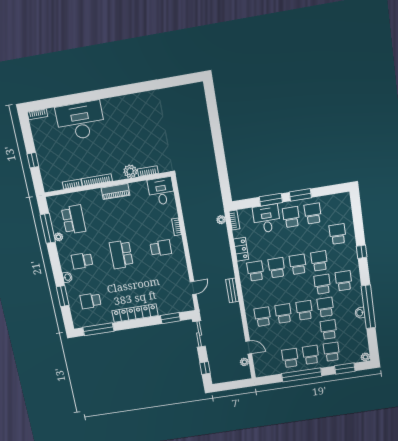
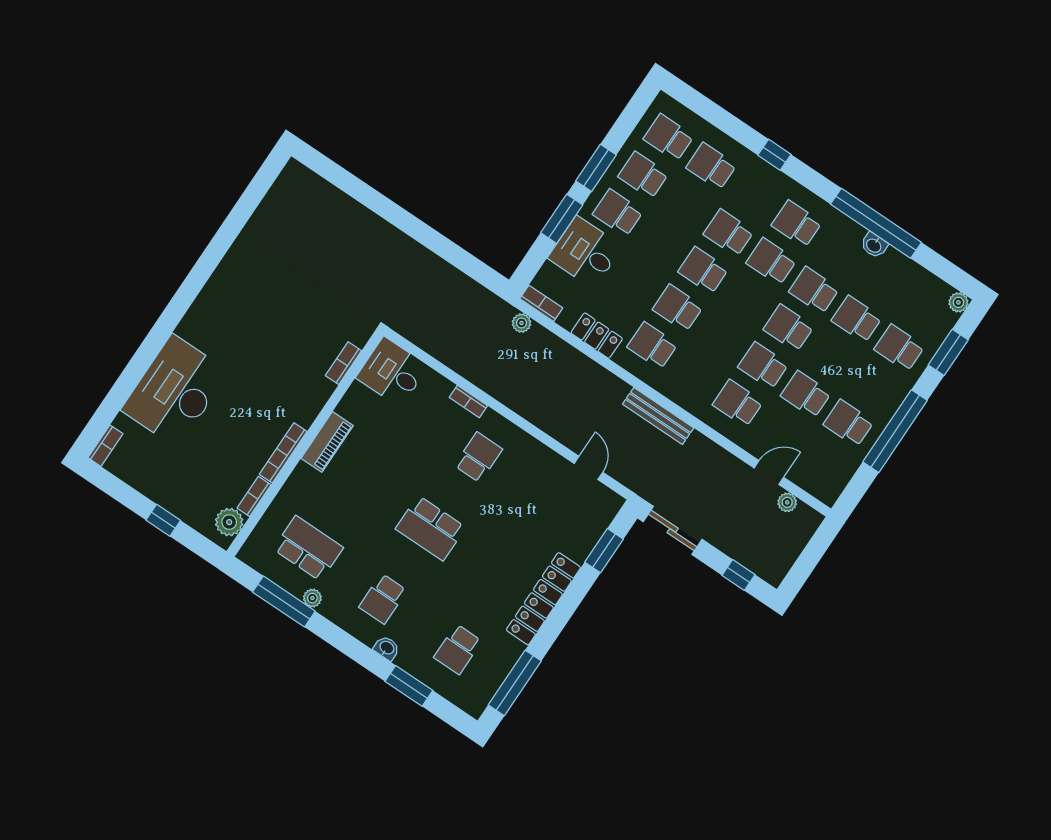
plant: (130, 171) -> (229, 522), moved
school desk: (335, 210) -> (669, 138), added
bench: (232, 290) -> (658, 416), width x1.36
school desk: (311, 355) -> (806, 394), moved

